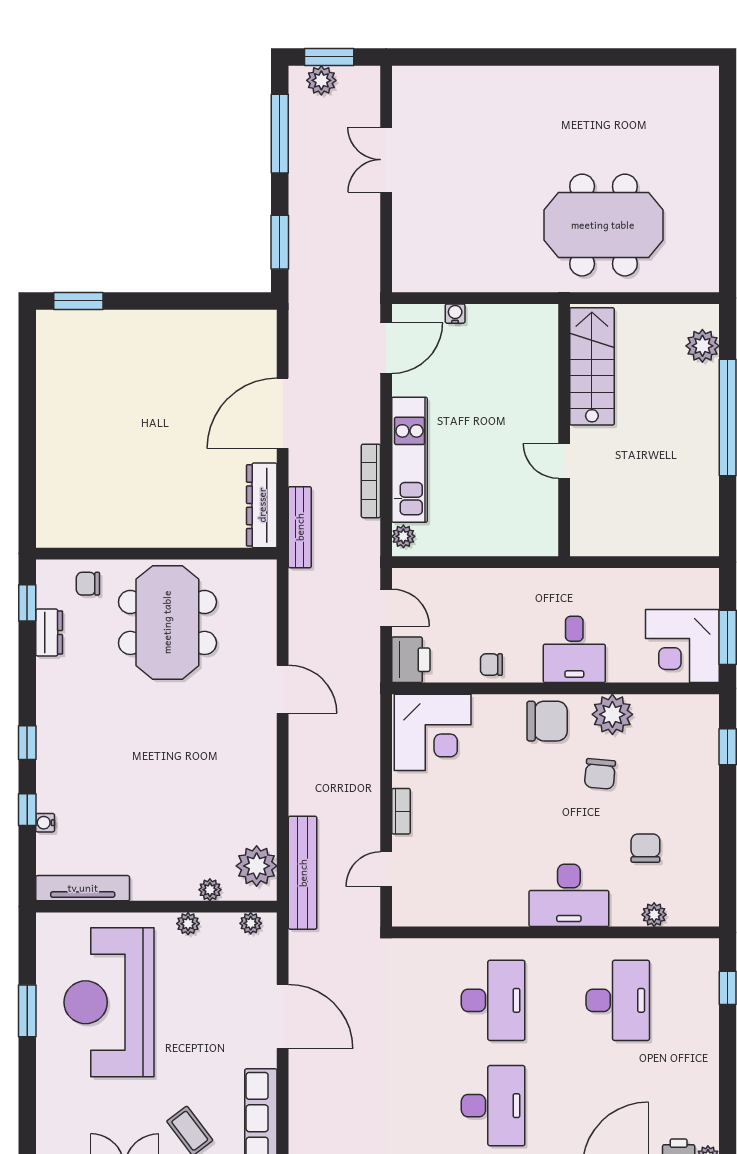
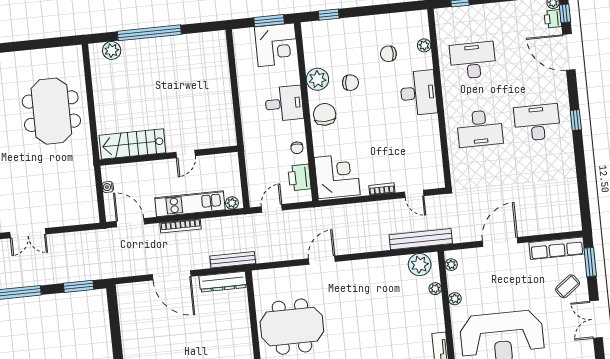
stairs: (592, 366) -> (132, 144), moved
wall: (564, 430) -> (169, 156), moved
door: (564, 461) -> (186, 154), moved
bookcase: (371, 481) -> (181, 226), moved
printer: (411, 660) -> (299, 177), moved, turned -90
desk: (493, 1000) -> (480, 128), turned 180

